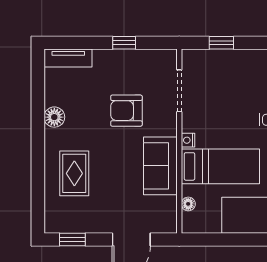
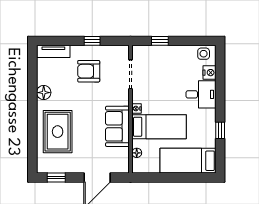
armchair: (126, 111) -> (89, 71), moved
rug: (74, 173) -> (58, 132), width x1.36, depth x1.43

